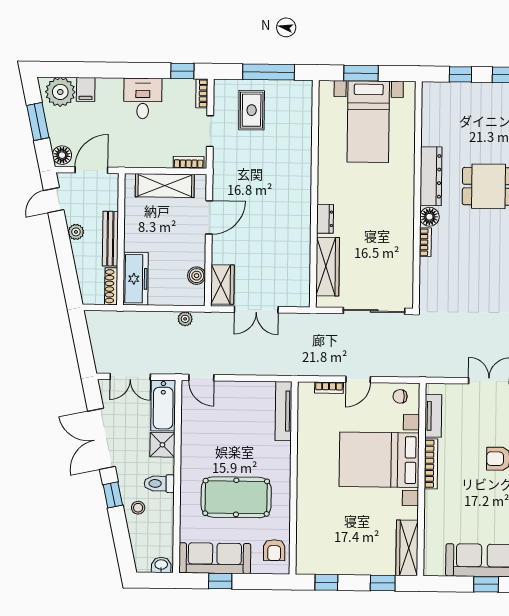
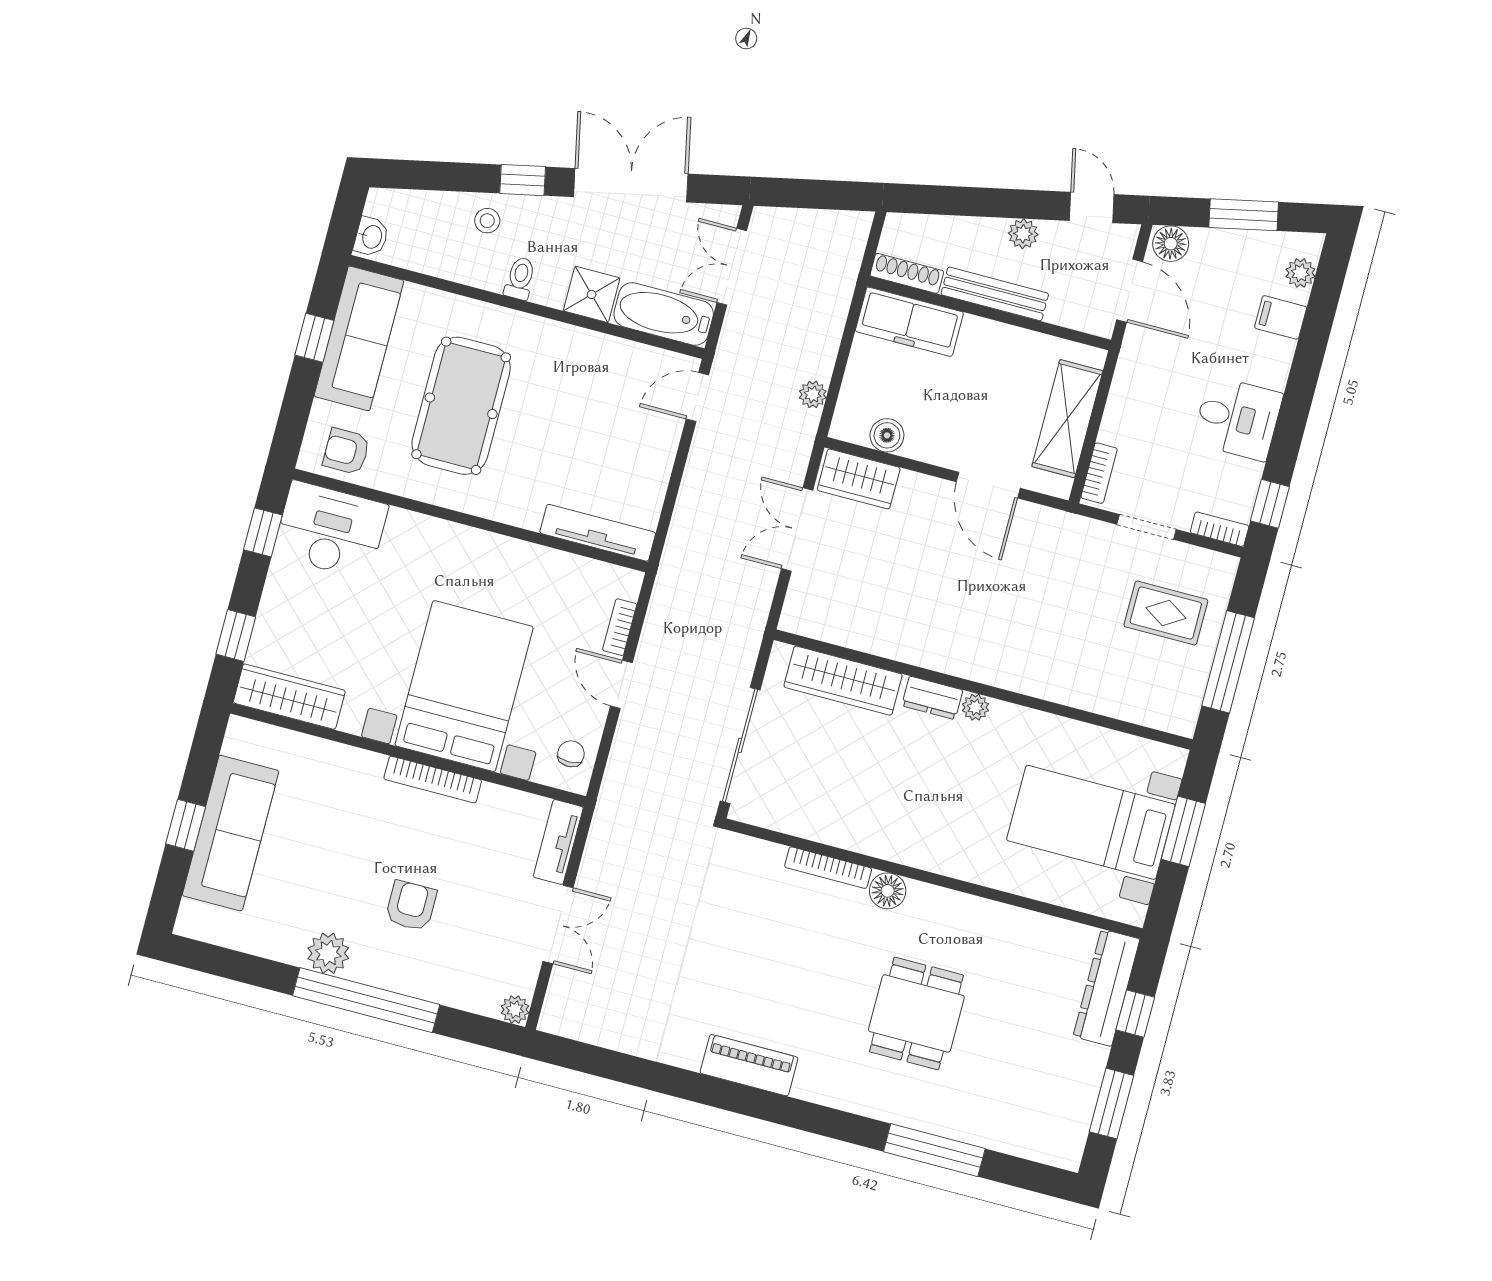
plant: (60, 92) -> (1300, 273), width x0.53, depth x0.53
dresser: (431, 176) -> (1106, 988), moved, turned 90
plant: (324, 195) -> (975, 707), added
bookcase: (425, 242) -> (828, 868), width x1.56
tv unit: (433, 416) -> (558, 842), moved, turned 90
toilet: (159, 484) -> (520, 278), width x0.73, depth x0.72
desk: (317, 548) -> (331, 530), added

